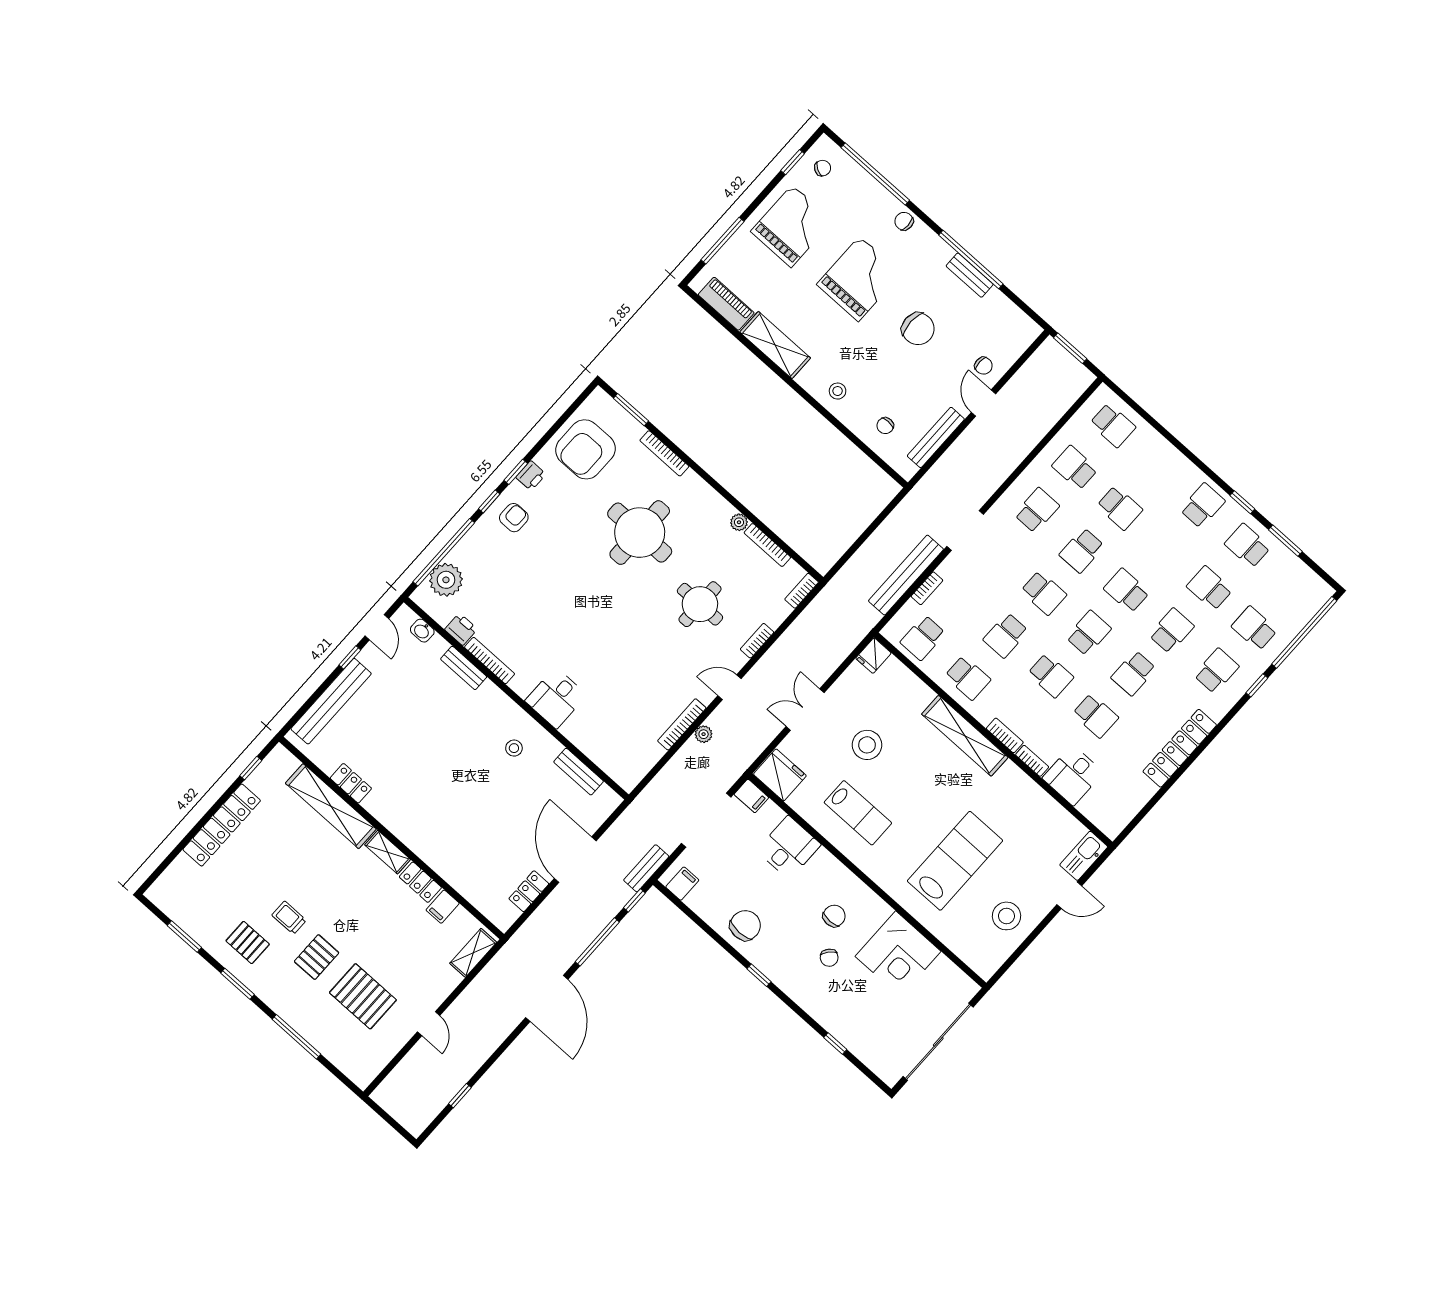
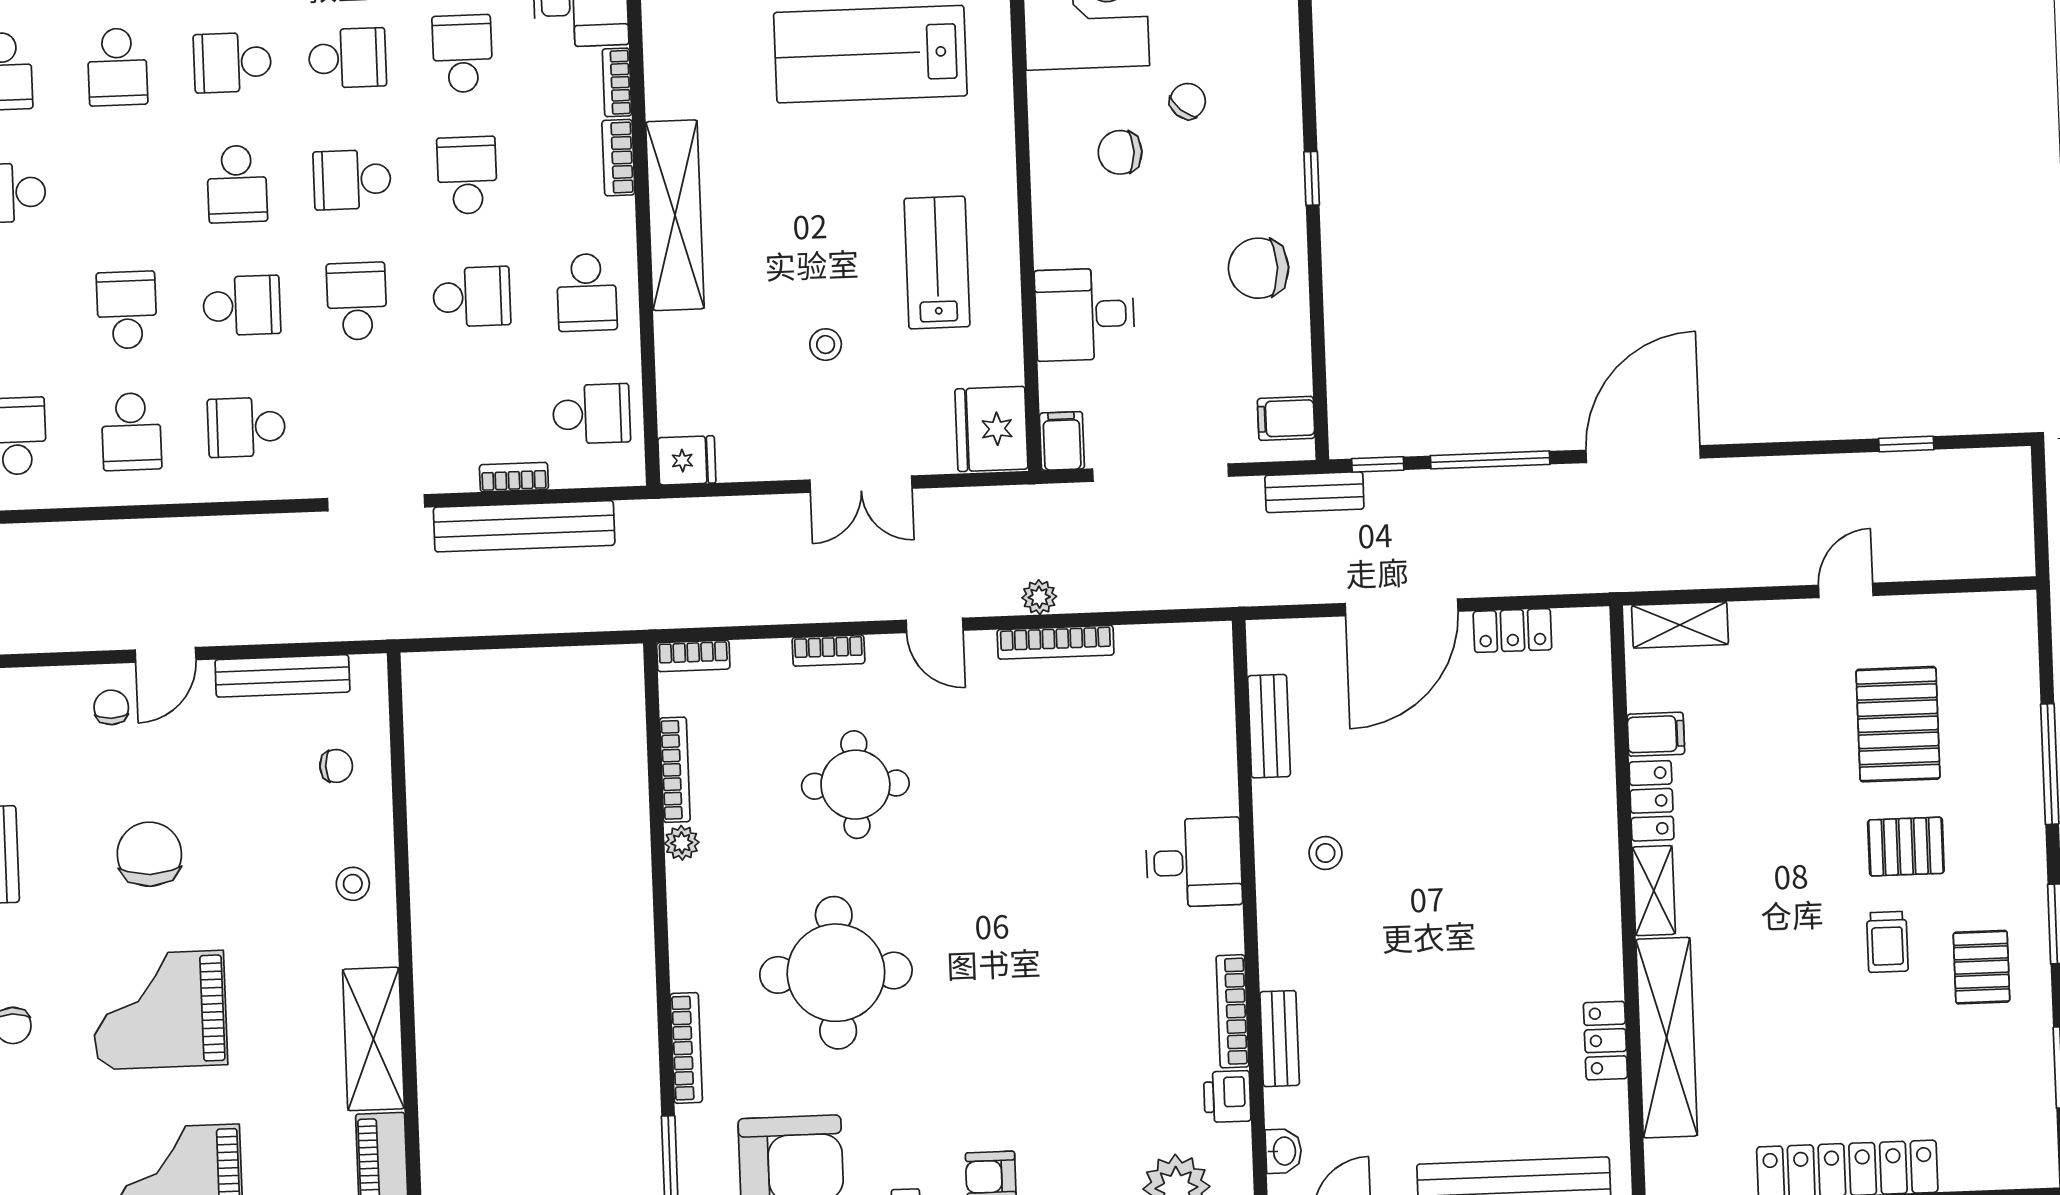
school desk: (968, 678) -> (587, 292), turned 180
stool: (867, 745) -> (826, 345), width x0.53, depth x0.53

